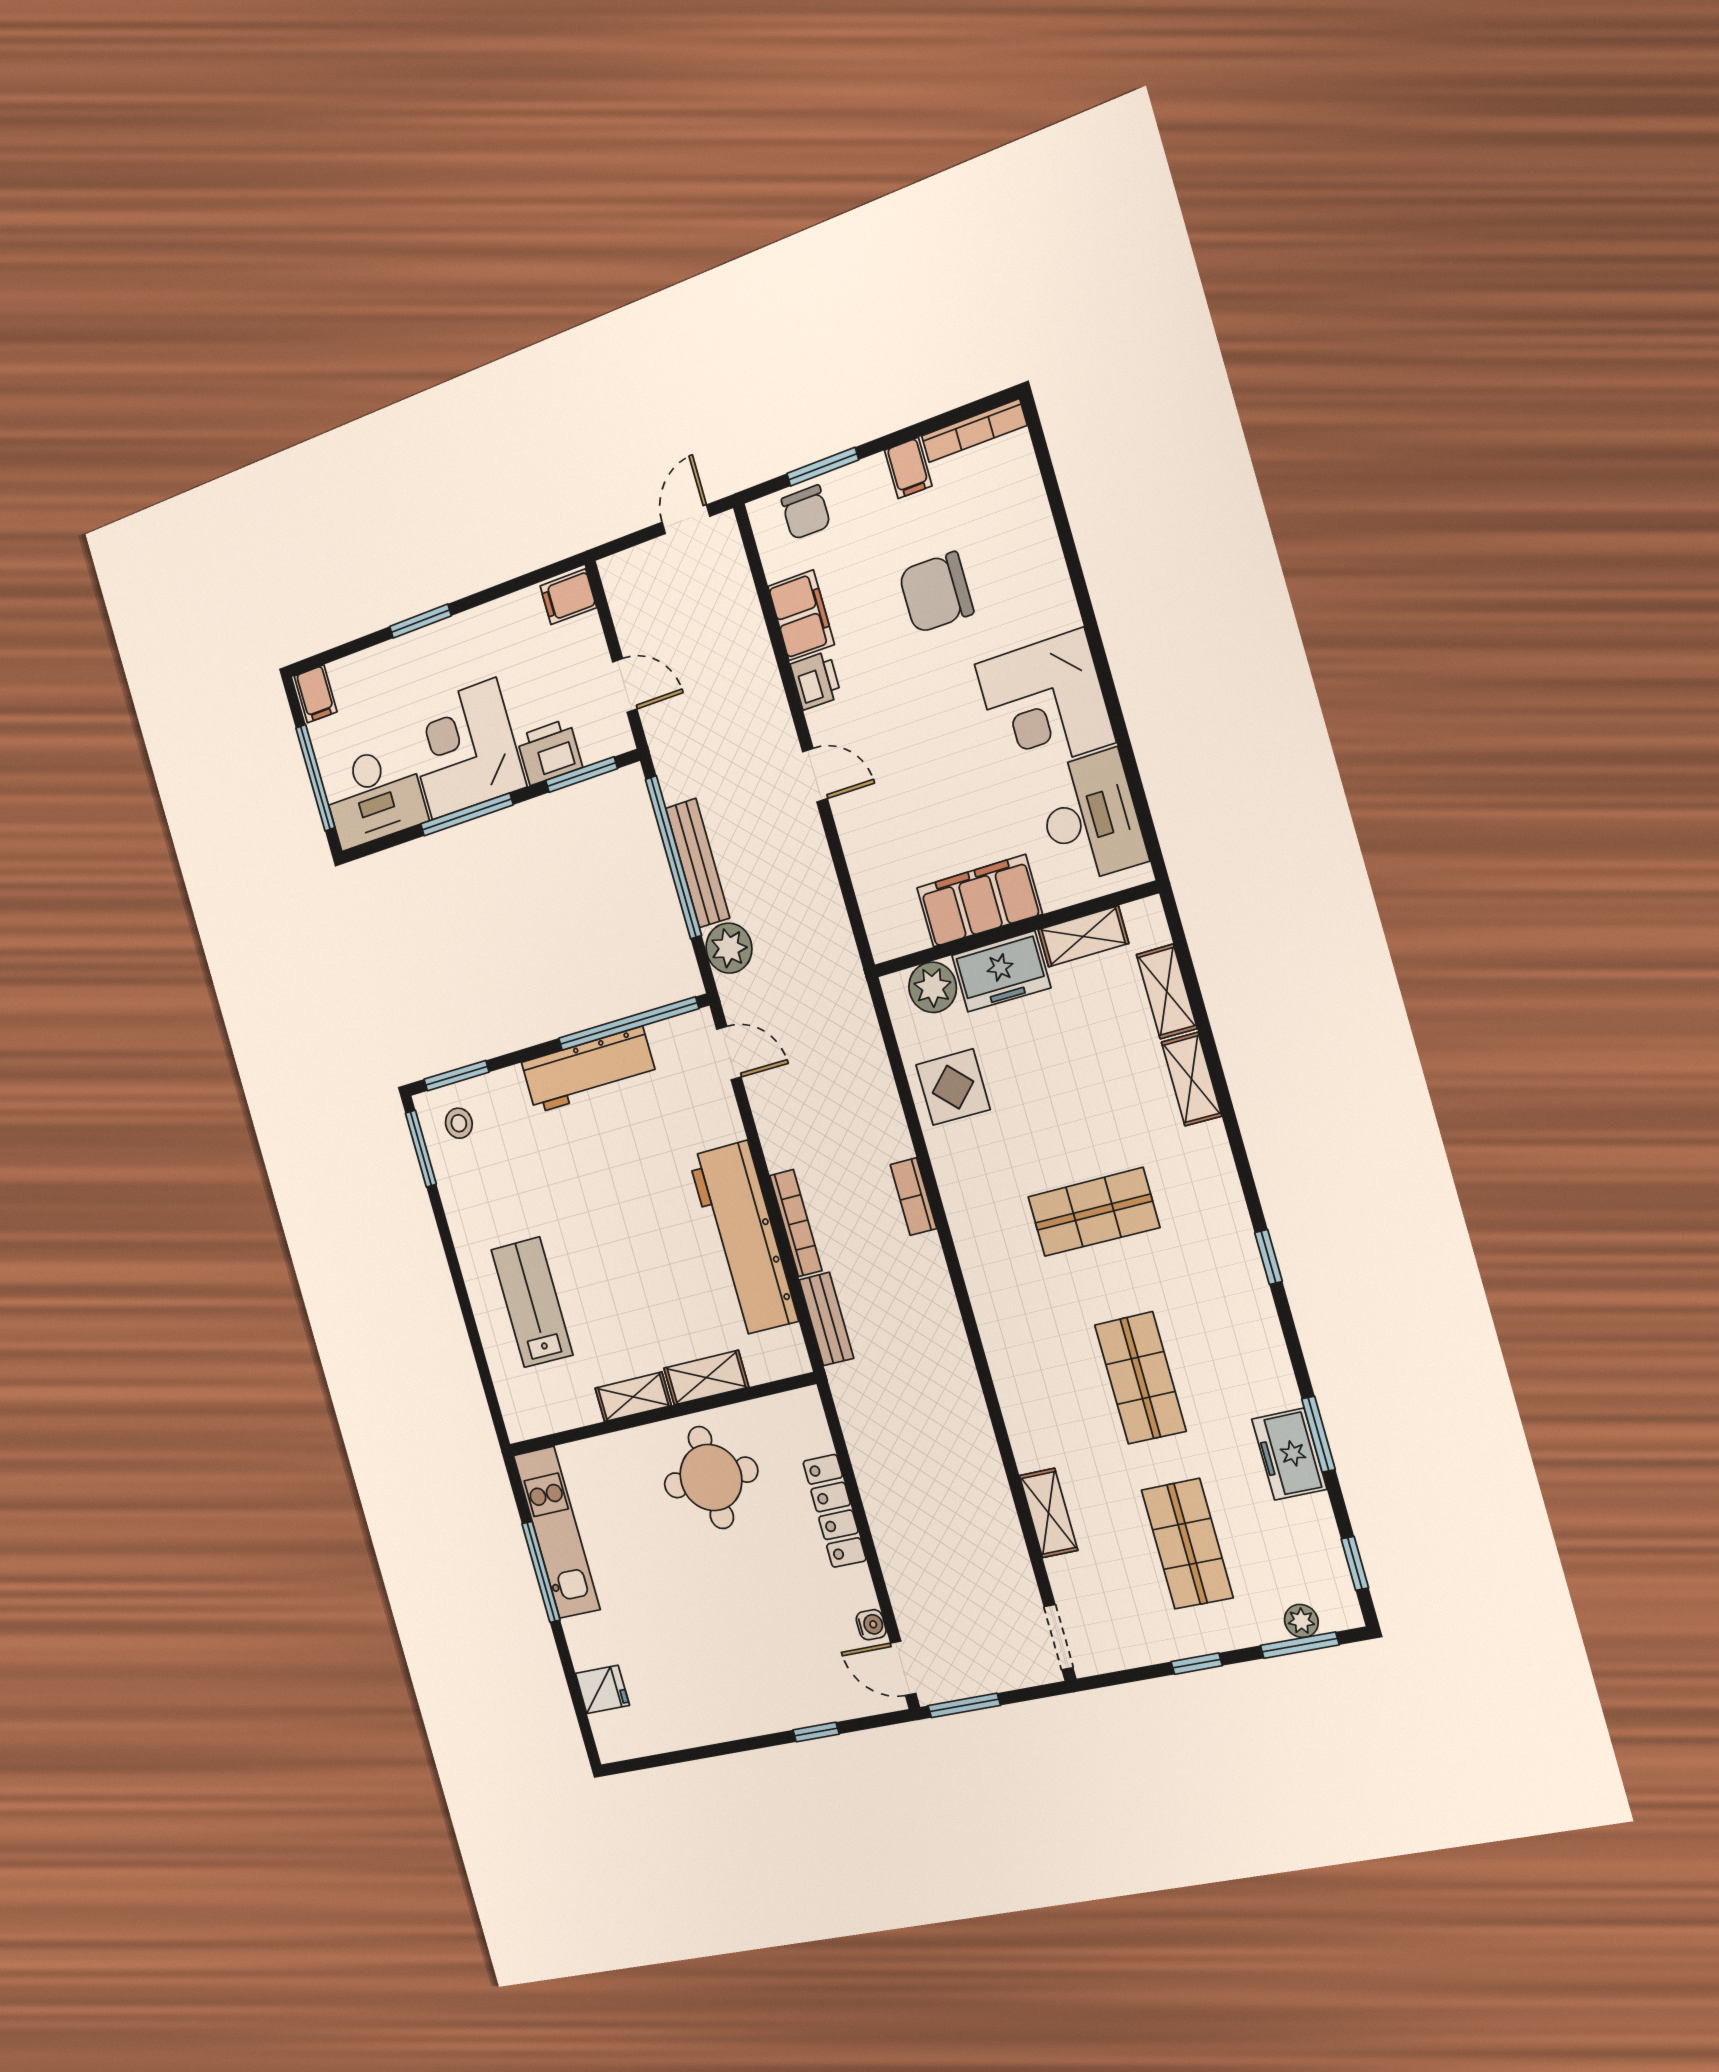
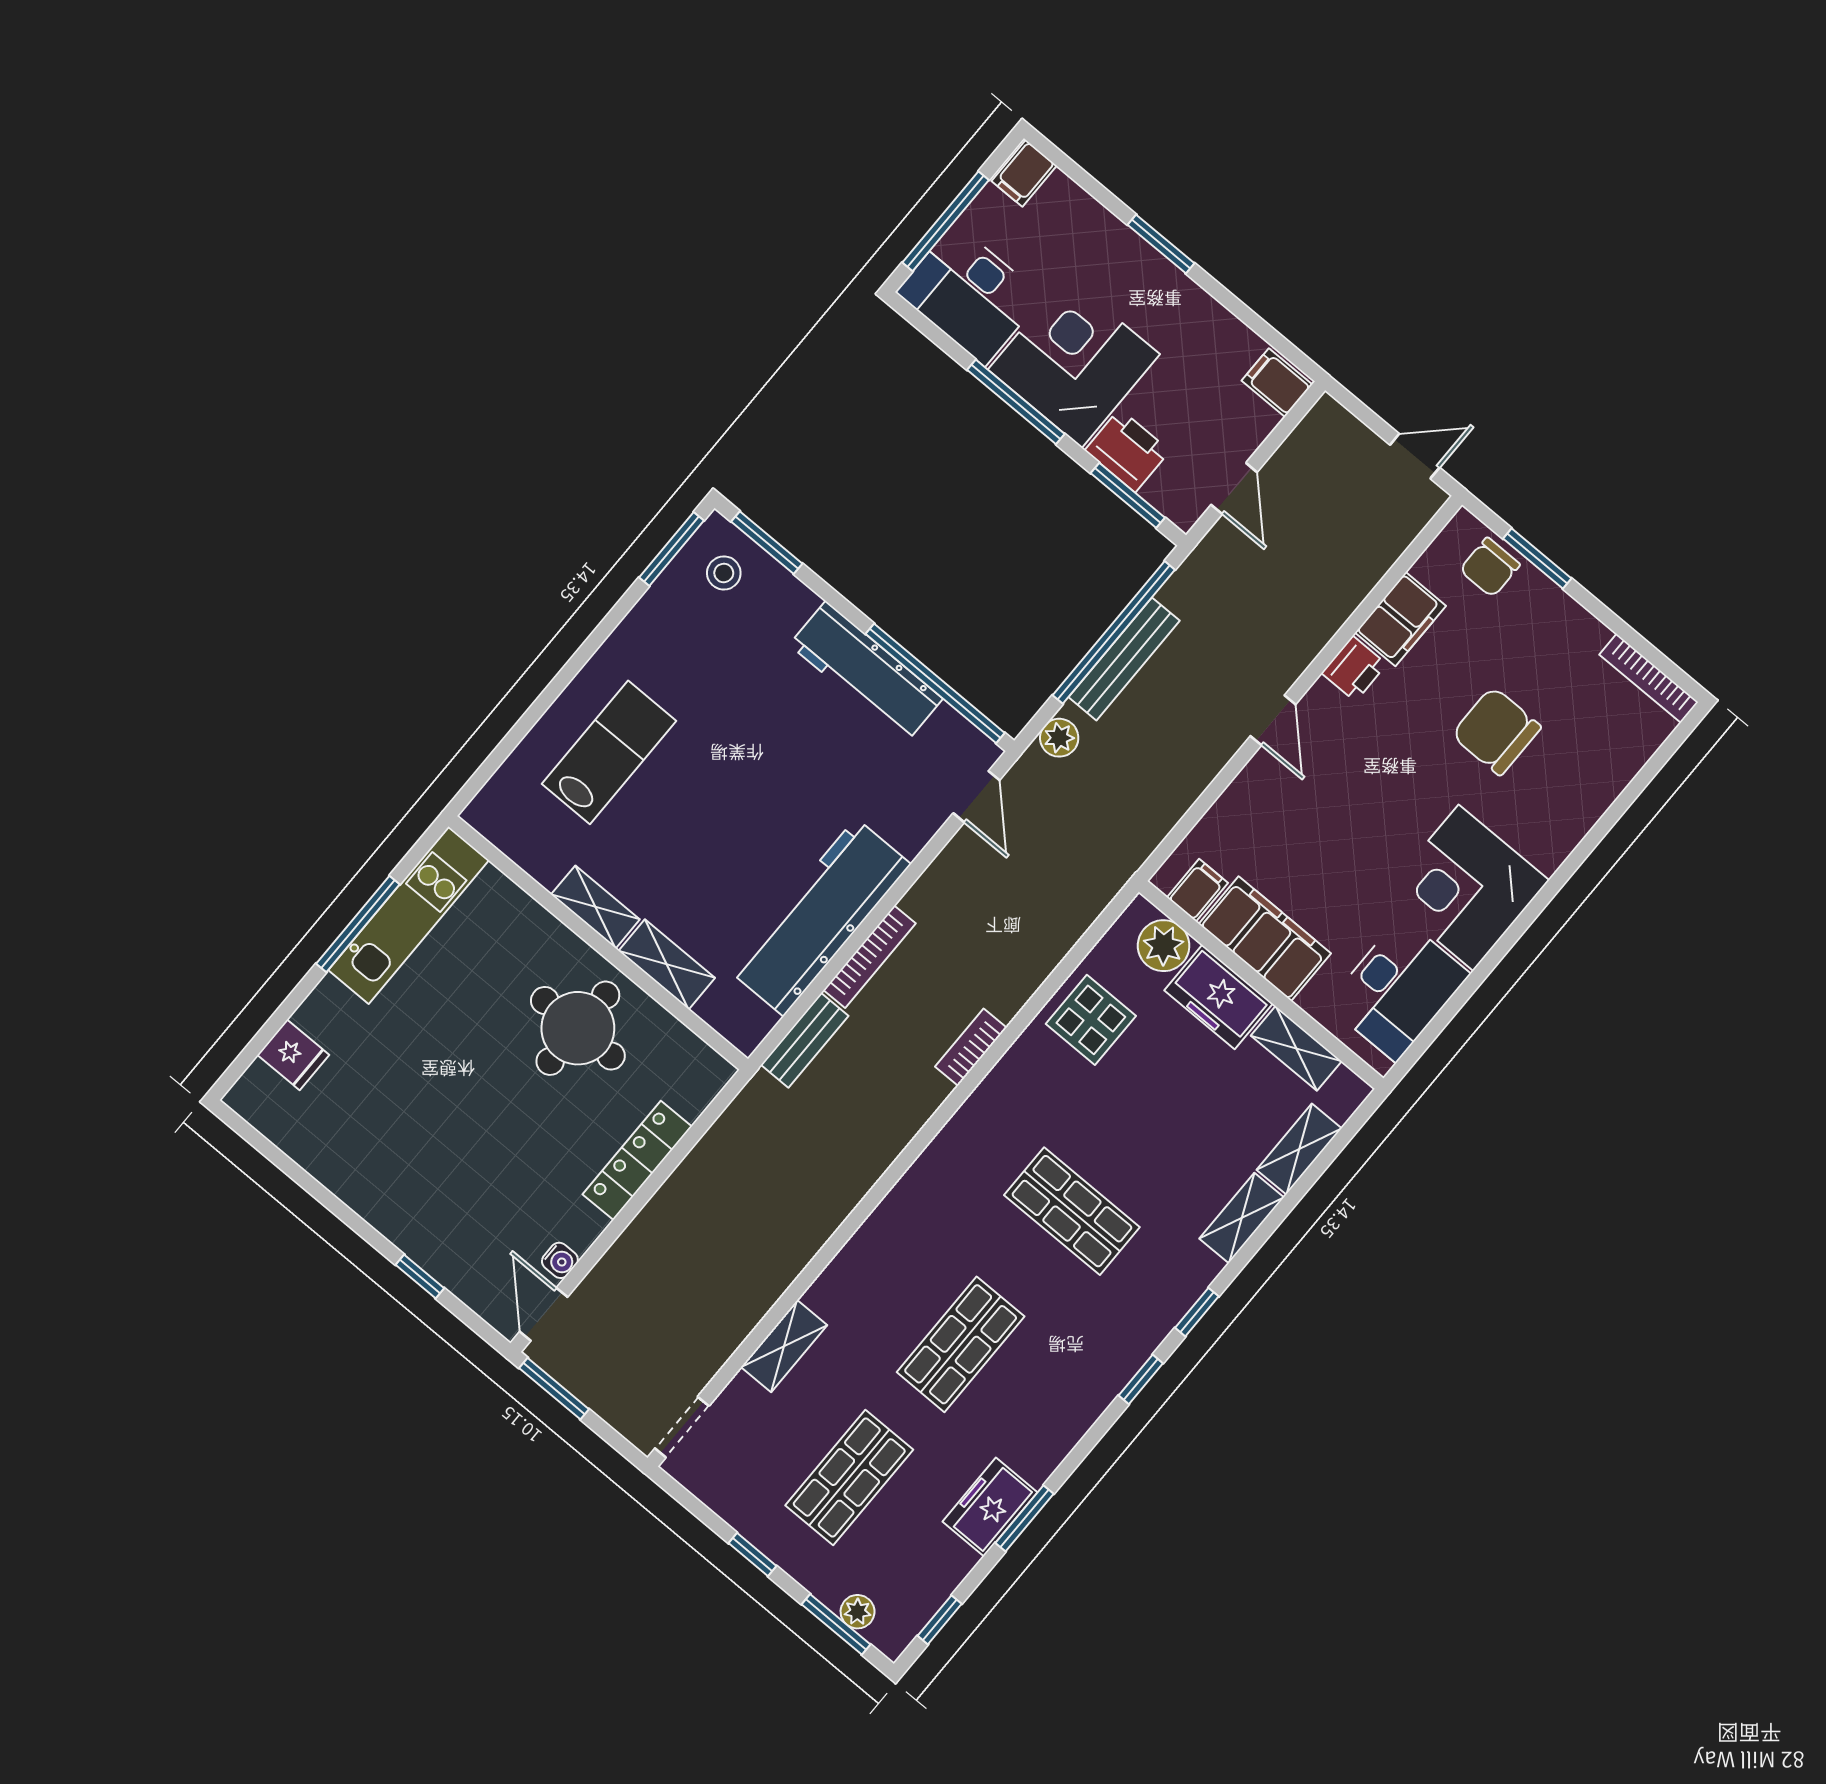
filing cabinet: (908, 468) -> (1197, 890), moved, turned 180
plant: (729, 948) -> (1059, 738), width x0.73, depth x0.73
window: (1244, 1171) -> (1197, 1312), added

